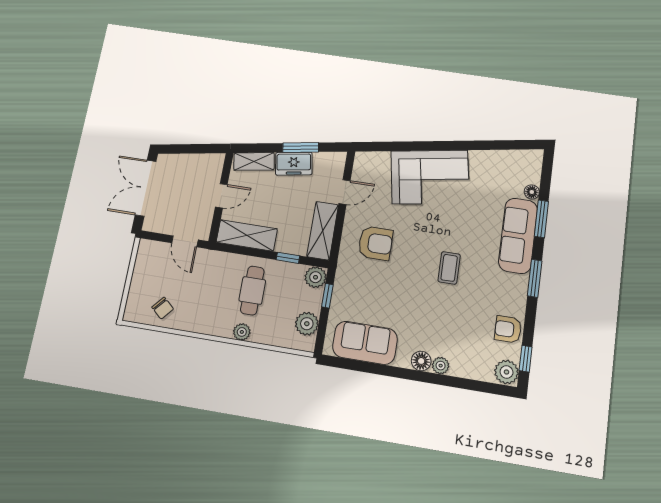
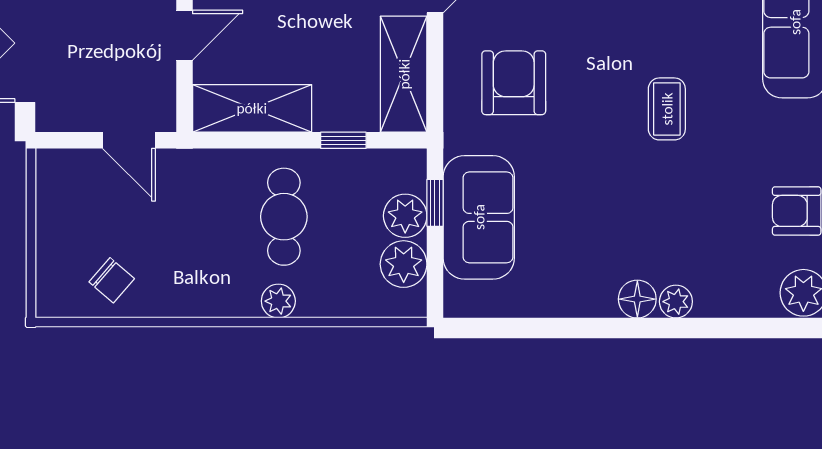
armchair: (375, 243) -> (514, 83), turned -90
plant: (315, 277) -> (405, 216), moved
sofa: (365, 343) -> (479, 217), moved, turned 90

